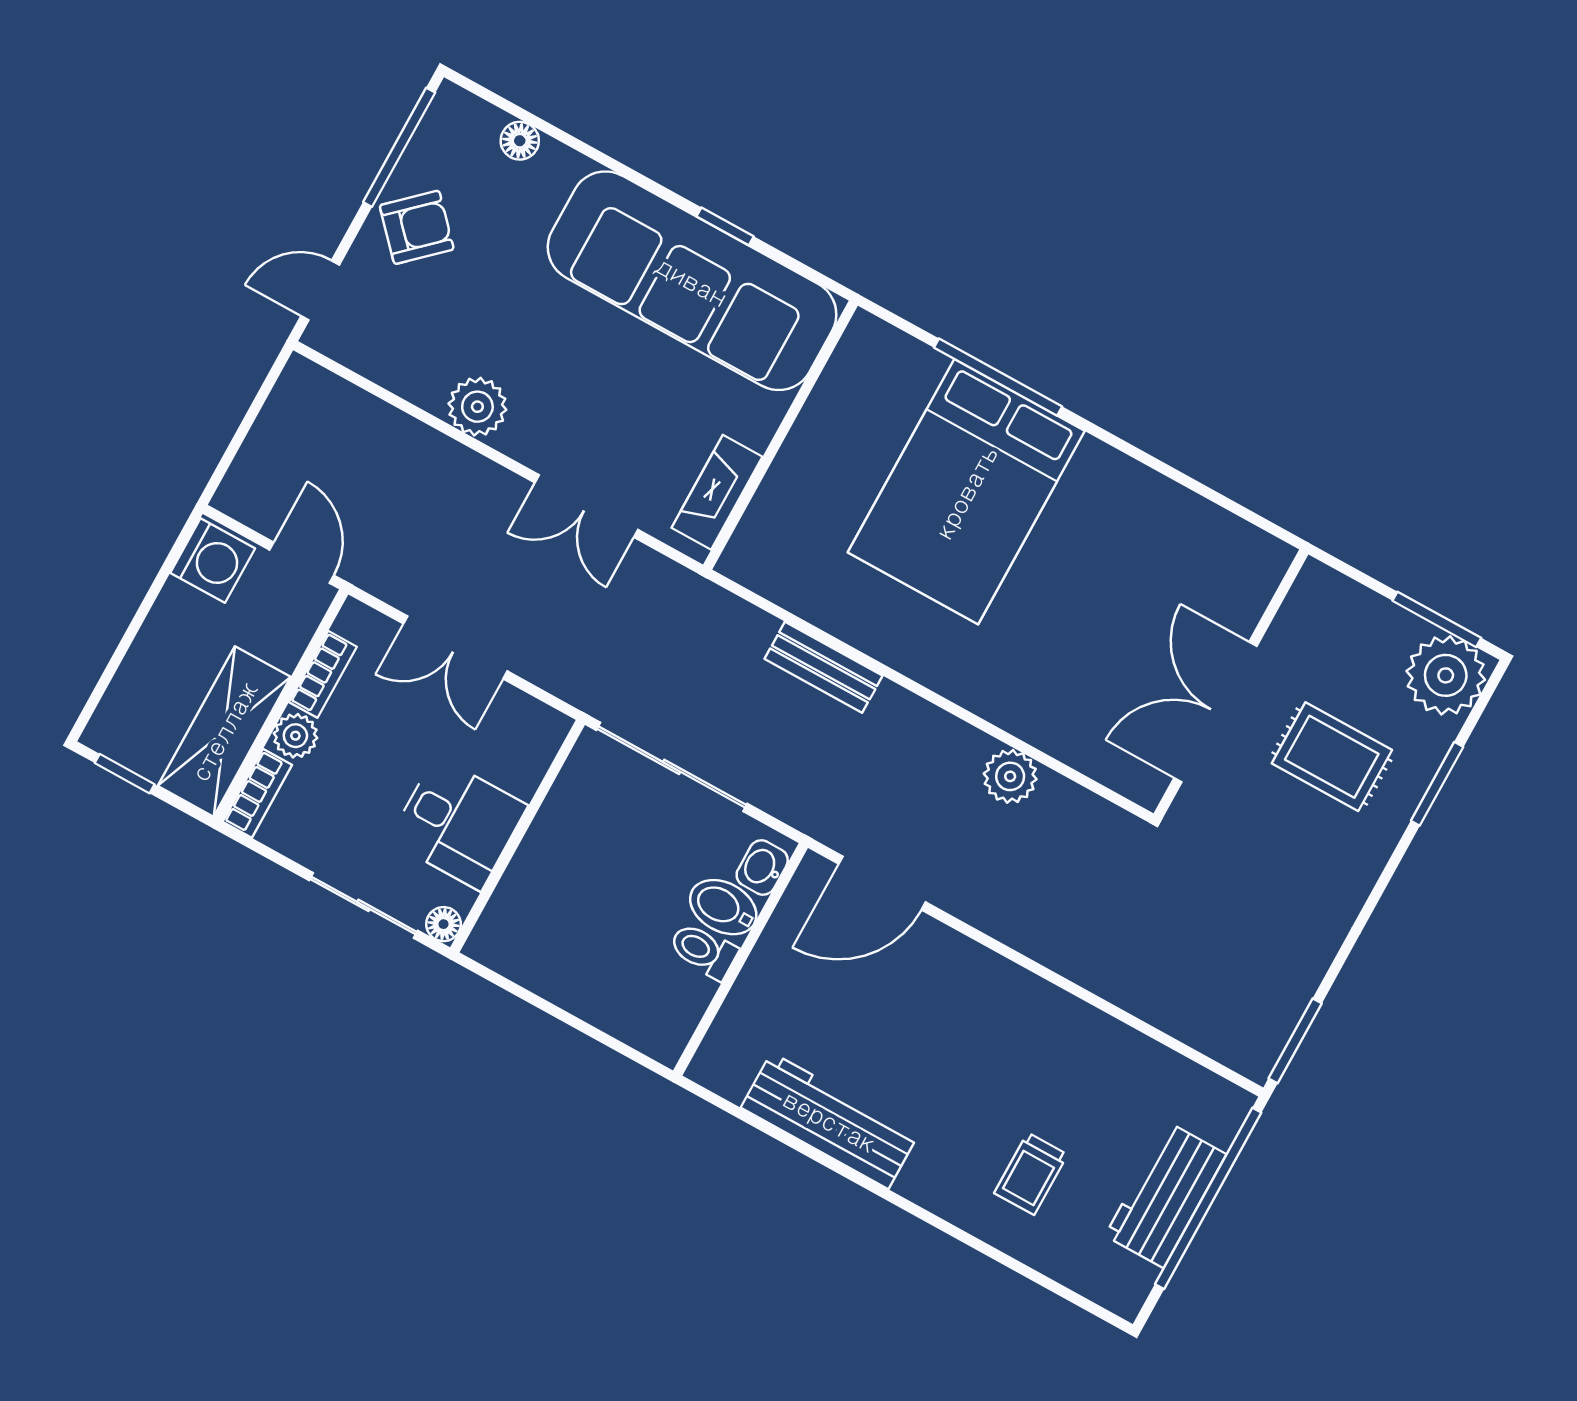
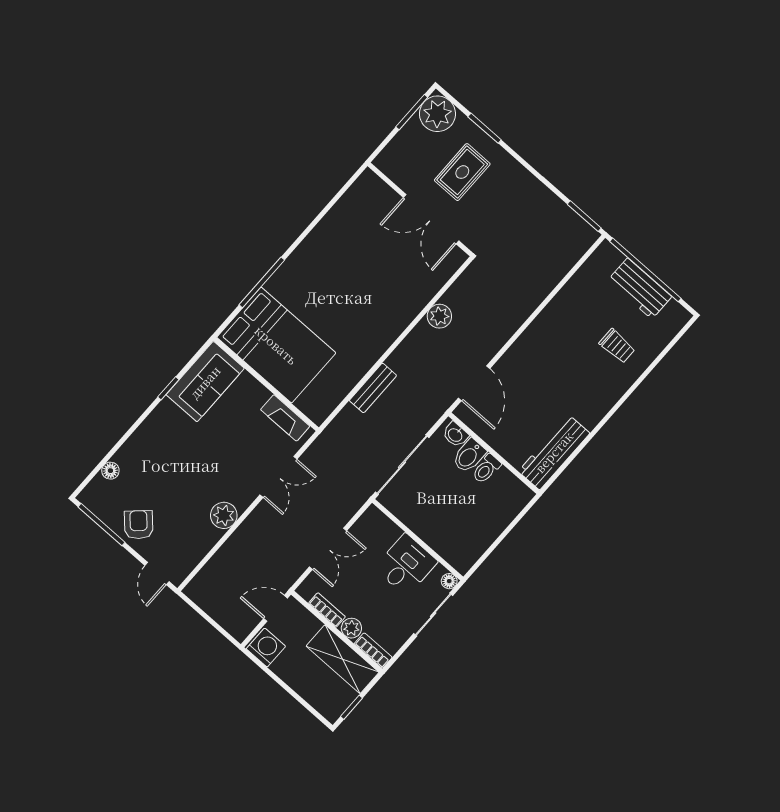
sofa: (692, 281) -> (205, 382), width x0.54, depth x0.79
bed: (966, 492) -> (276, 345), moved
workbench: (830, 1121) -> (554, 452), moved

